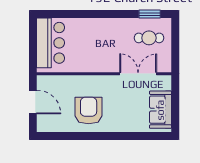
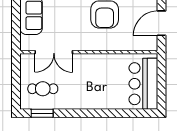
door: (33, 102) -> (161, 23), hinge flipped

